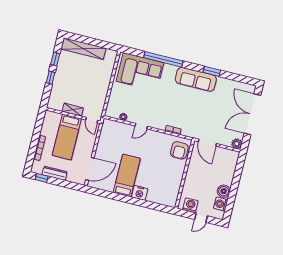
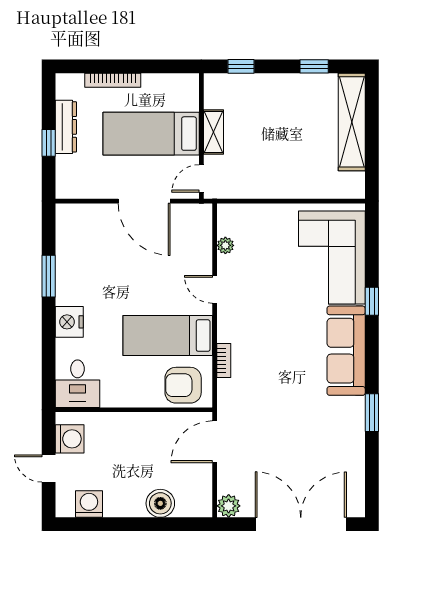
window: (163, 59) -> (372, 301), width x0.32
window: (51, 78) -> (241, 66), moved
sofa: (196, 79) -> (346, 351), moved
door: (90, 169) -> (144, 201), moved
bed: (127, 175) -> (168, 336), moved, turned 180
window: (42, 178) -> (49, 143), moved
boiler: (224, 191) -> (160, 503), moved
desk: (167, 196) -> (77, 384), added
window: (118, 197) -> (49, 276), added

